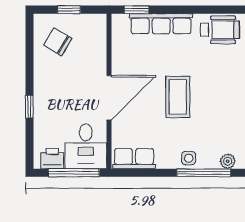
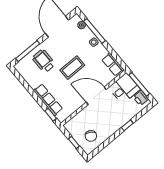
wheelchair: (220, 30) -> (44, 61), moved

